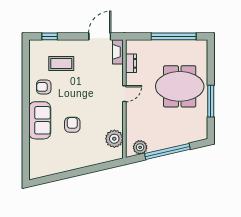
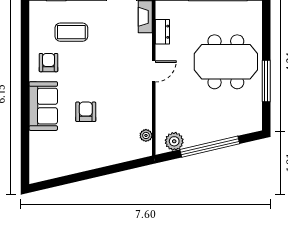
armchair: (44, 87) -> (48, 63), turned 90
plant: (114, 139) -> (146, 135), width x0.53, depth x0.53

